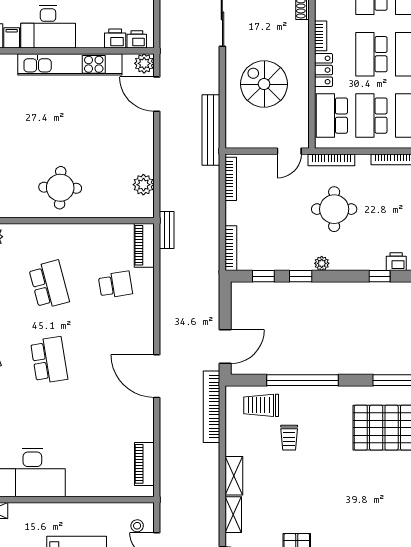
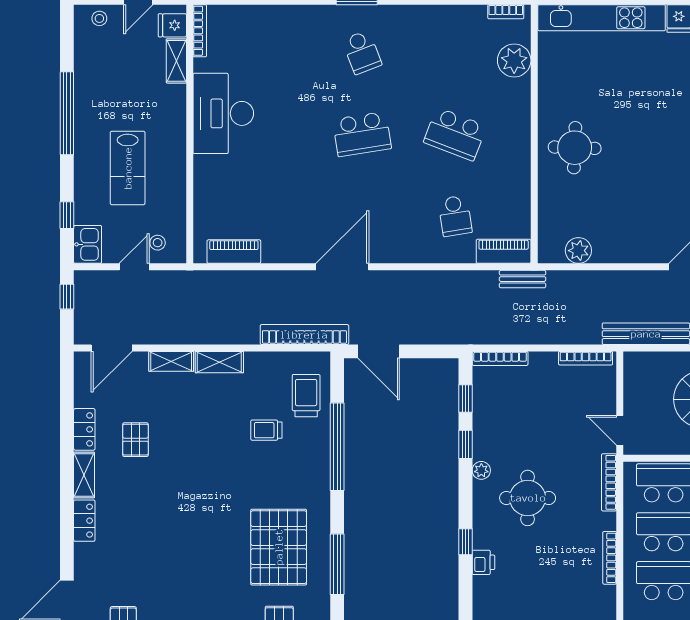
round table: (334, 209) -> (528, 498), moved
school desk: (49, 285) -> (455, 134), turned 36

